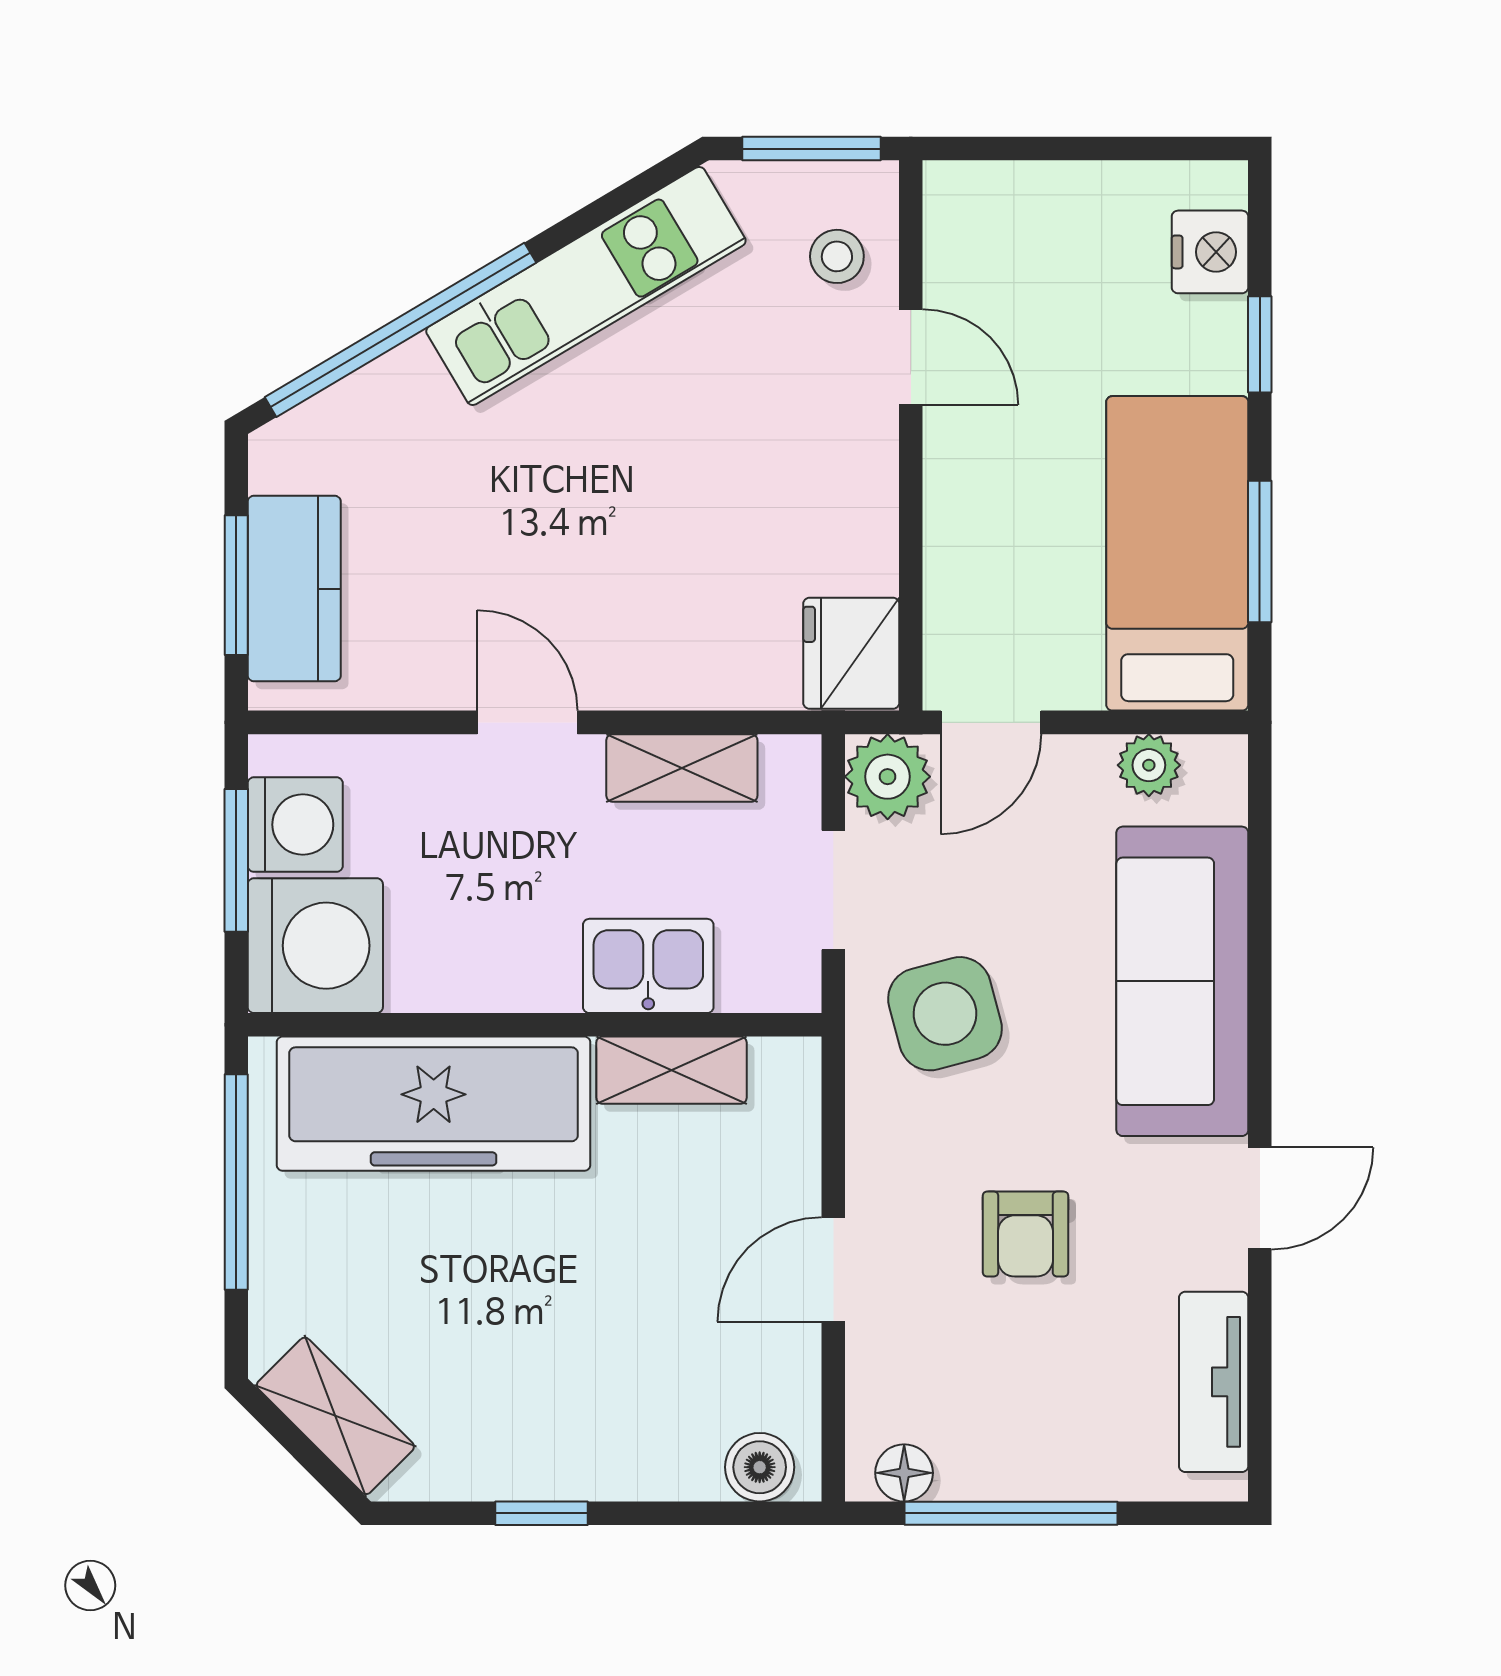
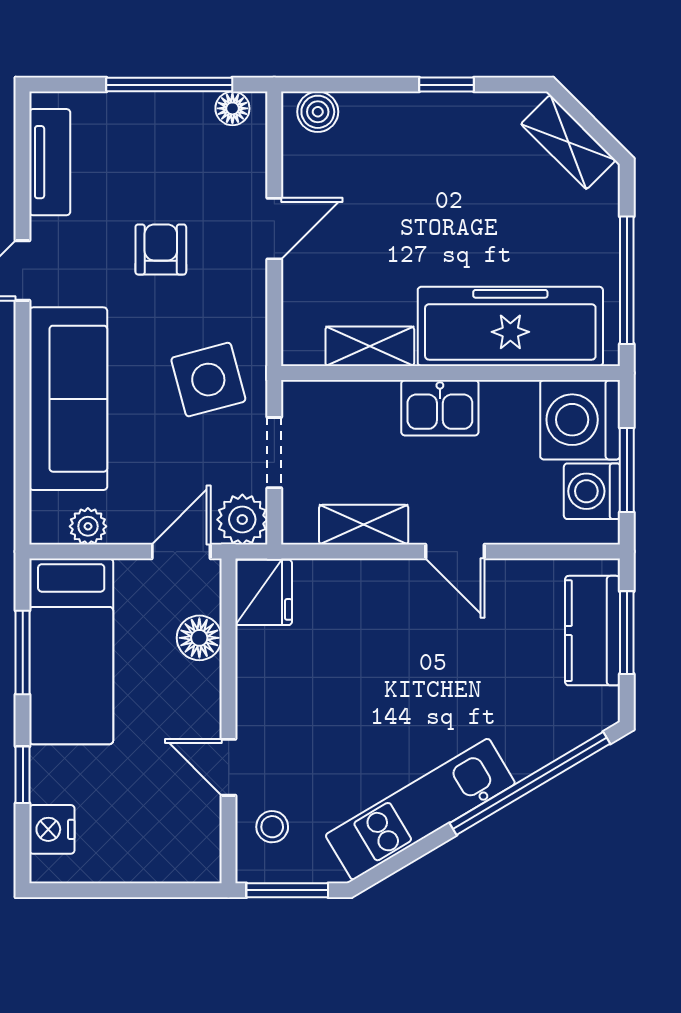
floor lamp: (960, 576) -> (199, 638), added
kitchen sink: (648, 966) -> (440, 408), moved

